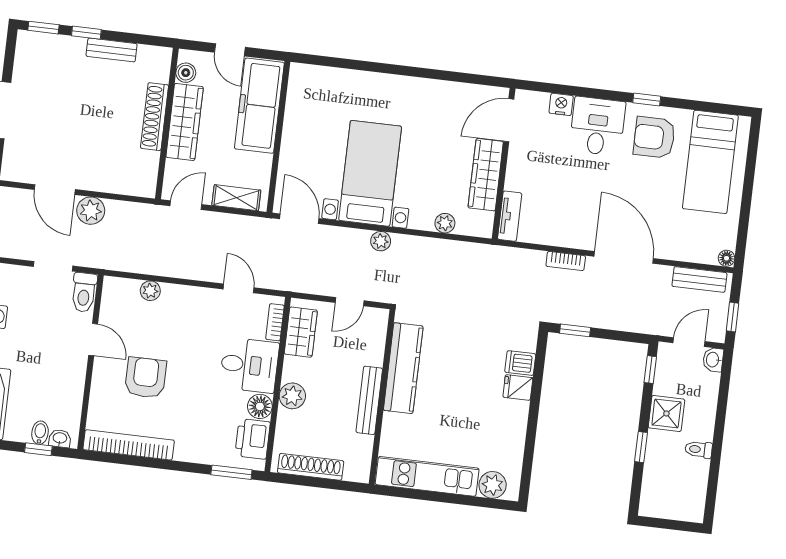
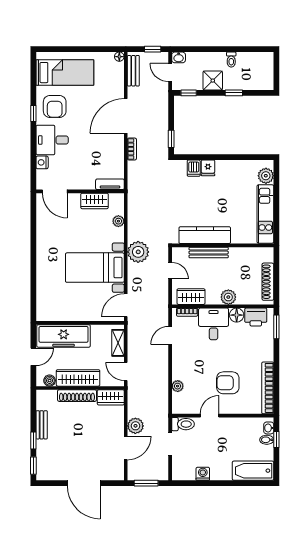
wardrobe: (145, 174) -> (111, 397), added
wardrobe: (486, 175) -> (94, 201), width x0.67
plant: (381, 241) -> (138, 252), width x1.88, depth x1.88
bench: (369, 400) -> (209, 252), moved

